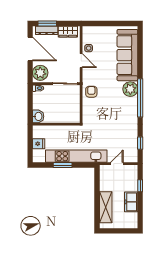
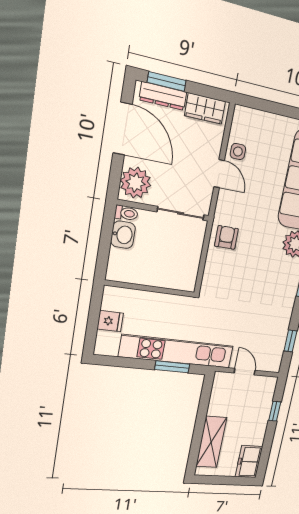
washbasin: (38, 116) -> (123, 235), moved
door: (117, 164) -> (245, 372), hinge flipped
window: (63, 165) -> (172, 367), moved
freezer: (131, 202) -> (249, 462), moved

